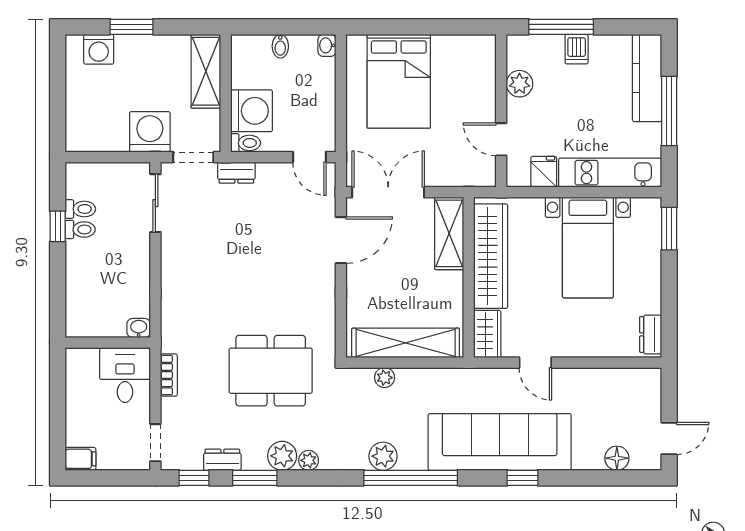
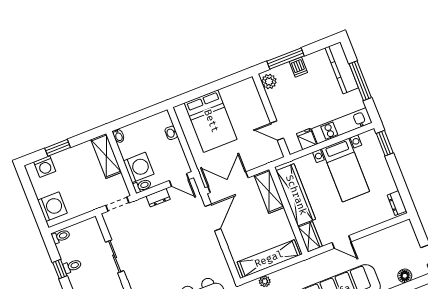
washbasin: (327, 45) -> (171, 133), moved
bidet: (280, 46) -> (119, 136), moved
plant: (519, 84) -> (269, 82), moved
washing machine: (150, 132) -> (52, 207), moved, turned 90
dresser: (236, 173) -> (158, 198), moved
sliding door: (155, 203) -> (115, 256), moved
toilet: (80, 209) -> (61, 236), moved

